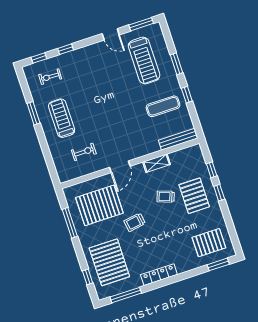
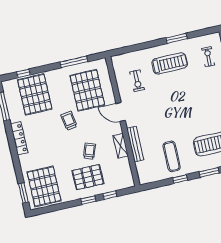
bench: (178, 139) -> (135, 144), moved
pallet: (209, 243) -> (44, 186), width x1.37, depth x1.41
pallet: (109, 262) -> (35, 94), turned 90

